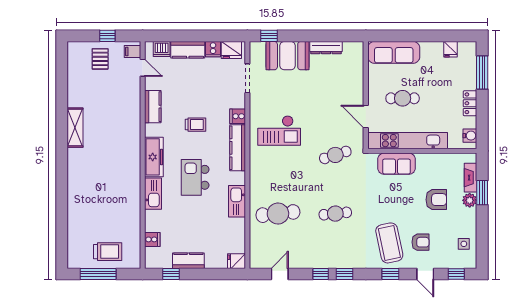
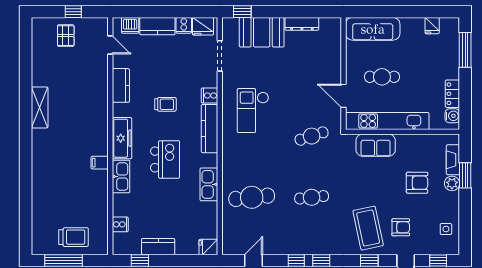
filing cabinet: (133, 52) -> (100, 163), moved
locker: (470, 103) -> (452, 94), moved
checkout: (279, 131) -> (253, 111), turned 90
kitchen island: (195, 177) -> (165, 159), turned 180

